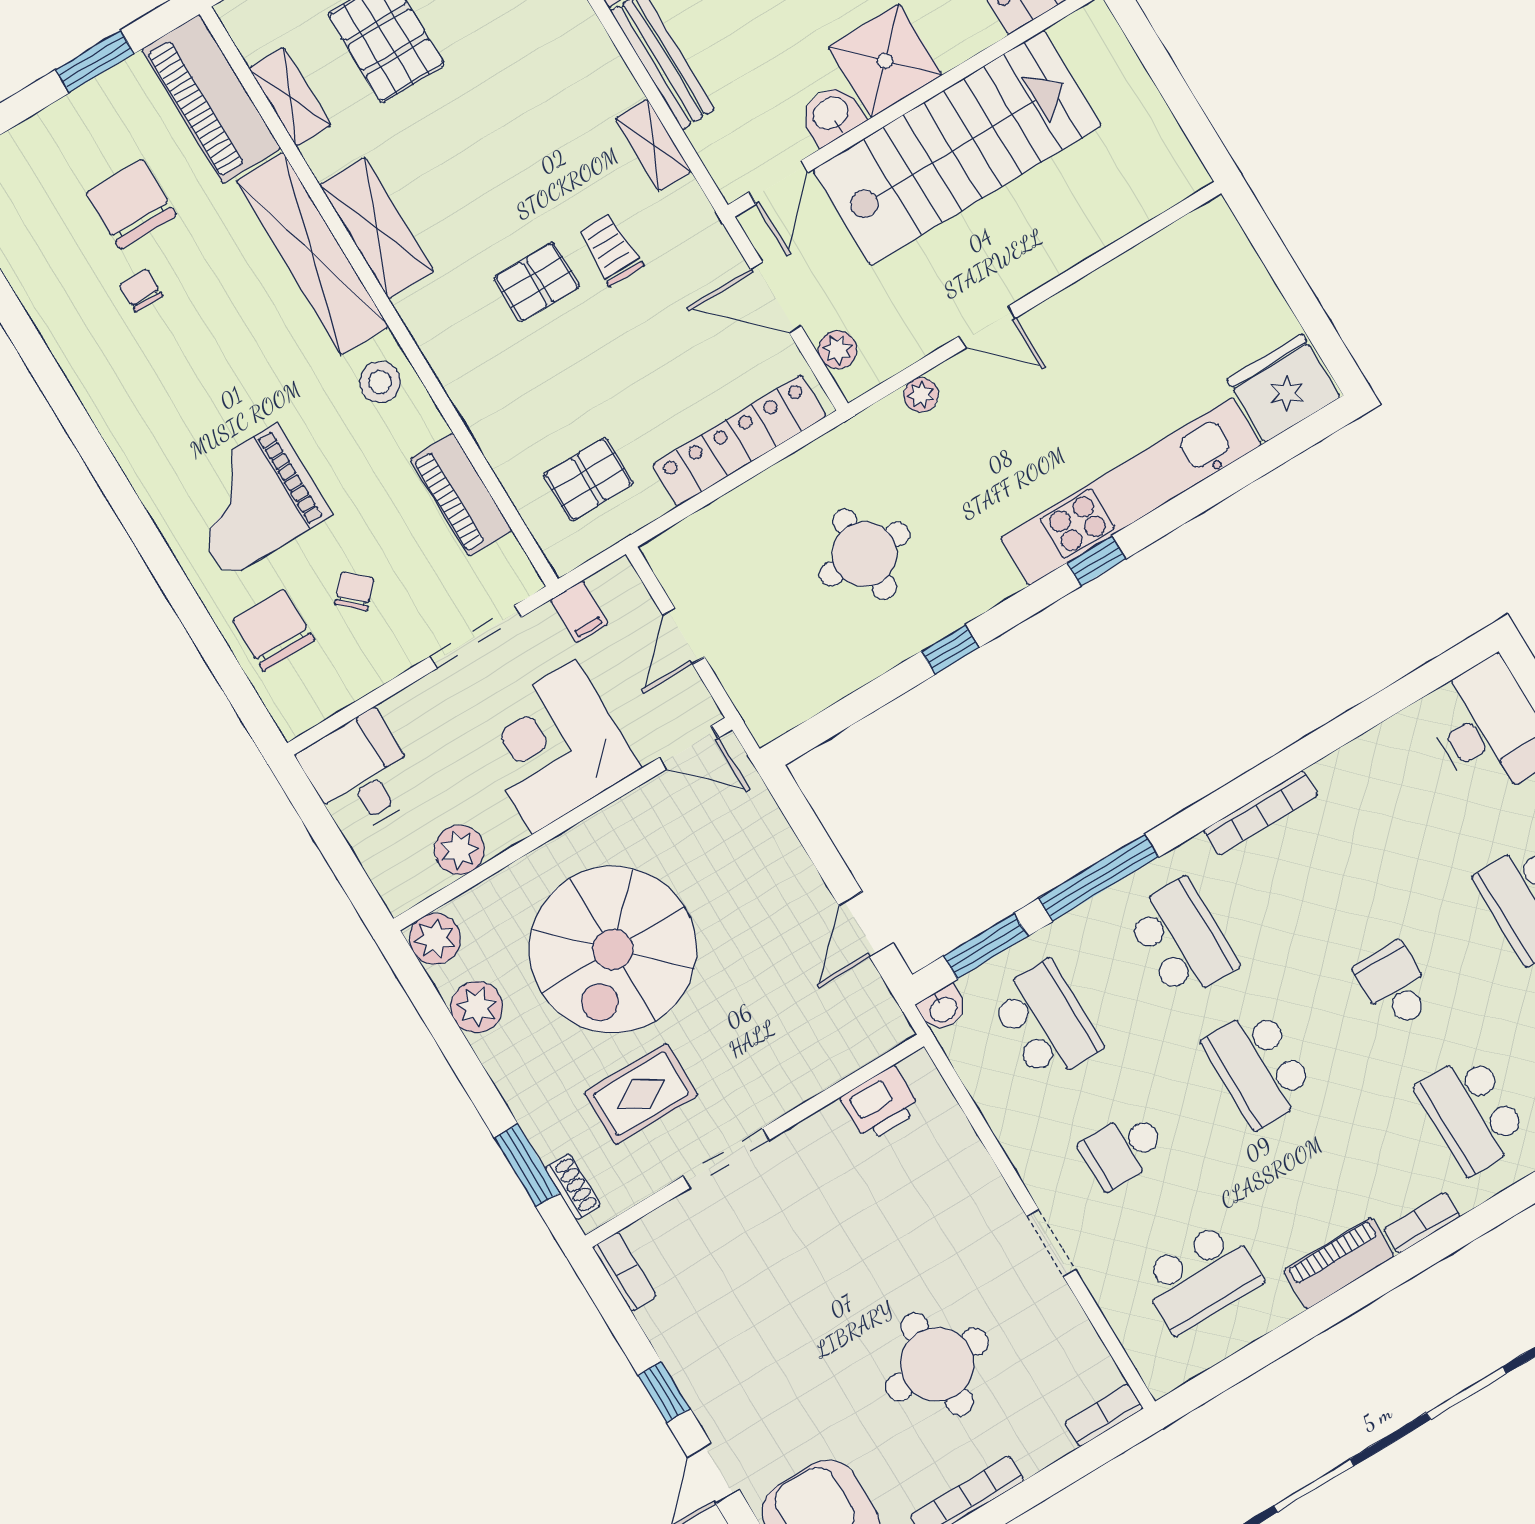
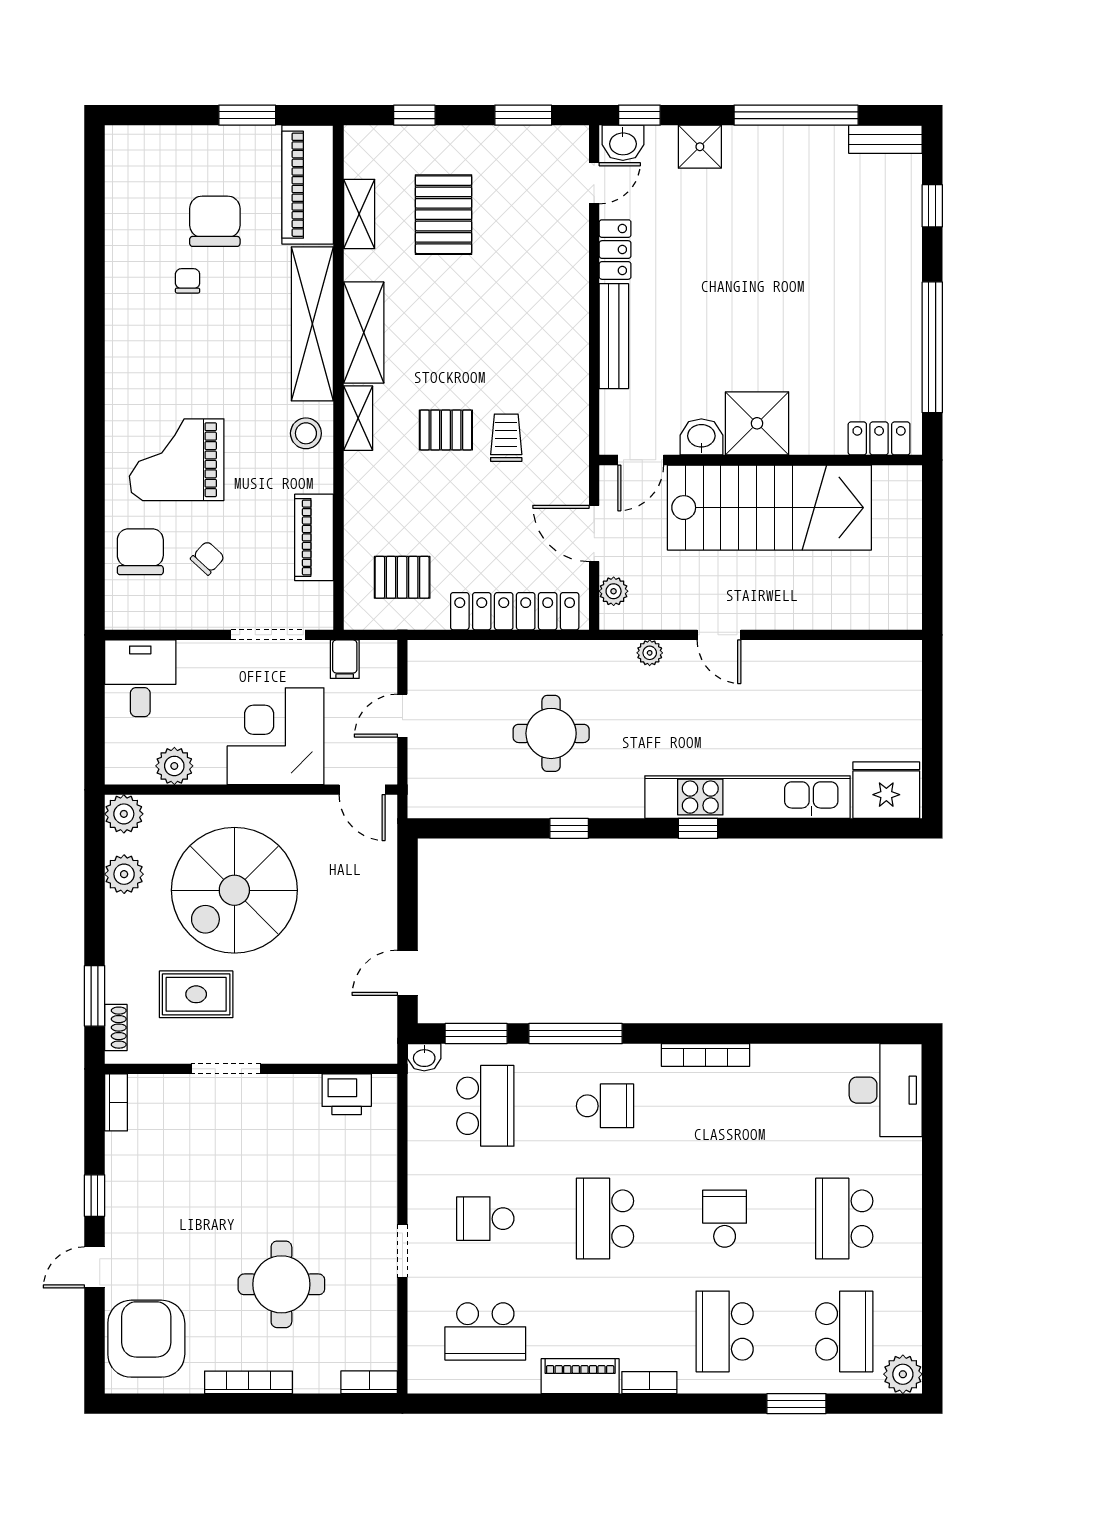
shelving: (653, 145) -> (358, 418), moved
school desk: (1181, 940) -> (605, 1106), width x0.54

